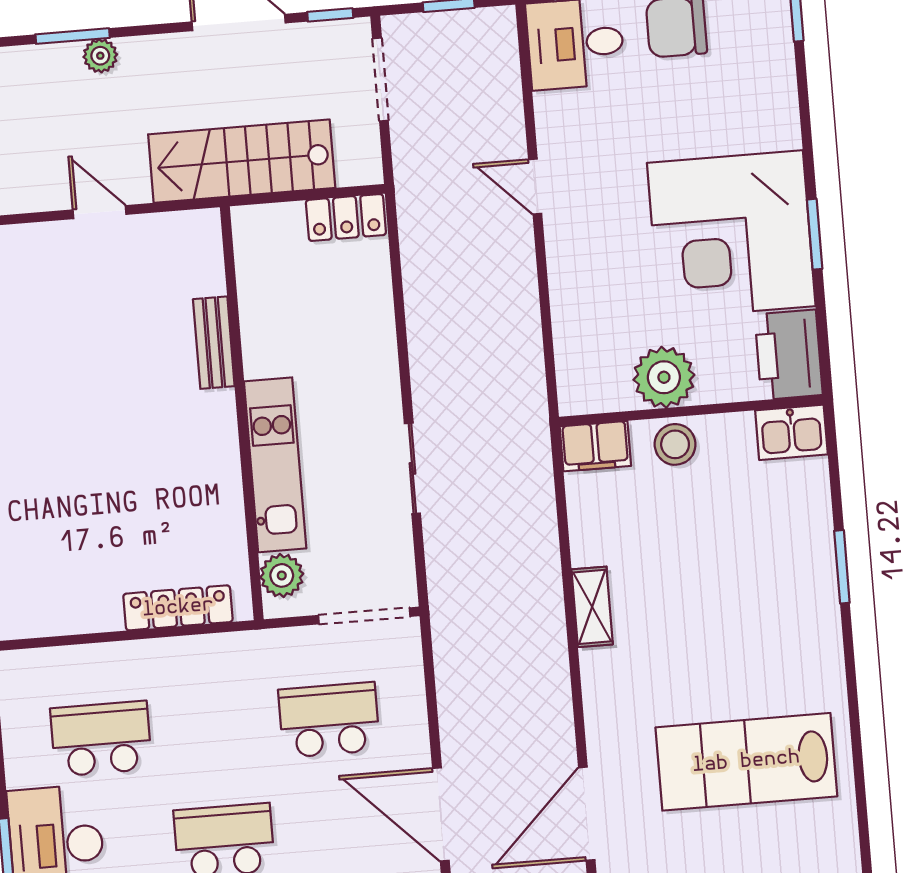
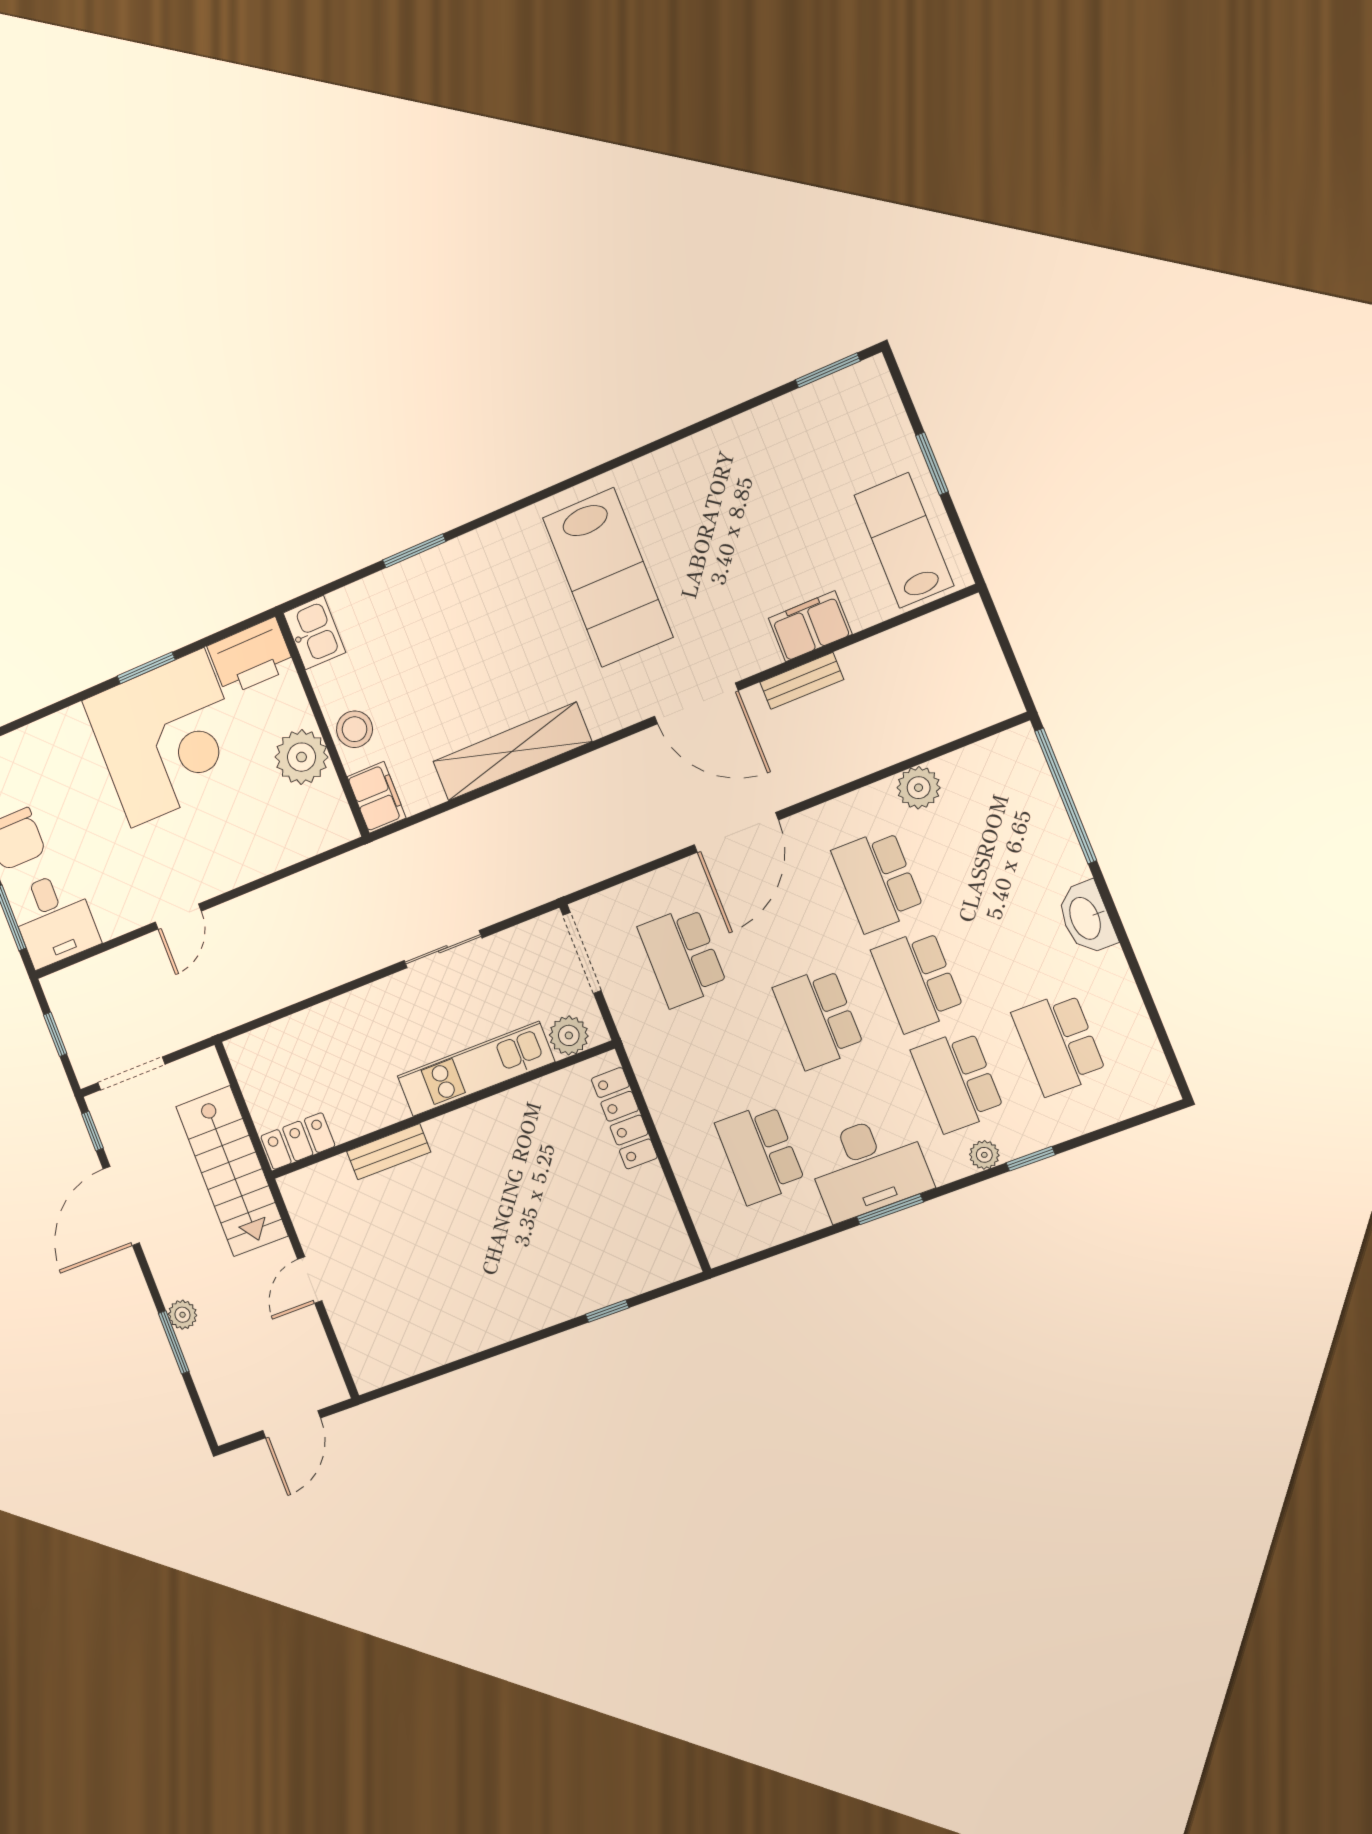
locker: (346, 217) -> (298, 1141), moved, turned -90
shelving: (592, 607) -> (512, 751), width x2.20, depth x1.33

